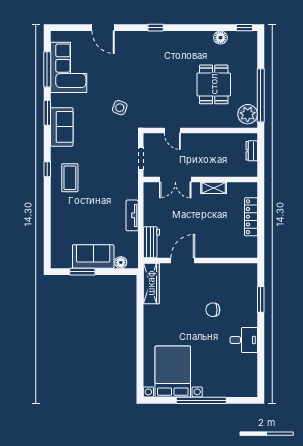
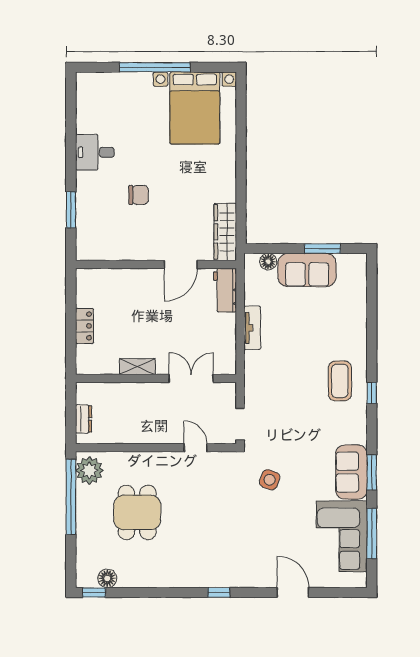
floor lamp: (220, 38) -> (107, 578), moved
sofa: (62, 127) -> (351, 472), moved
doorway: (141, 159) -> (240, 424), moved
locker: (251, 217) -> (85, 326), width x0.66

